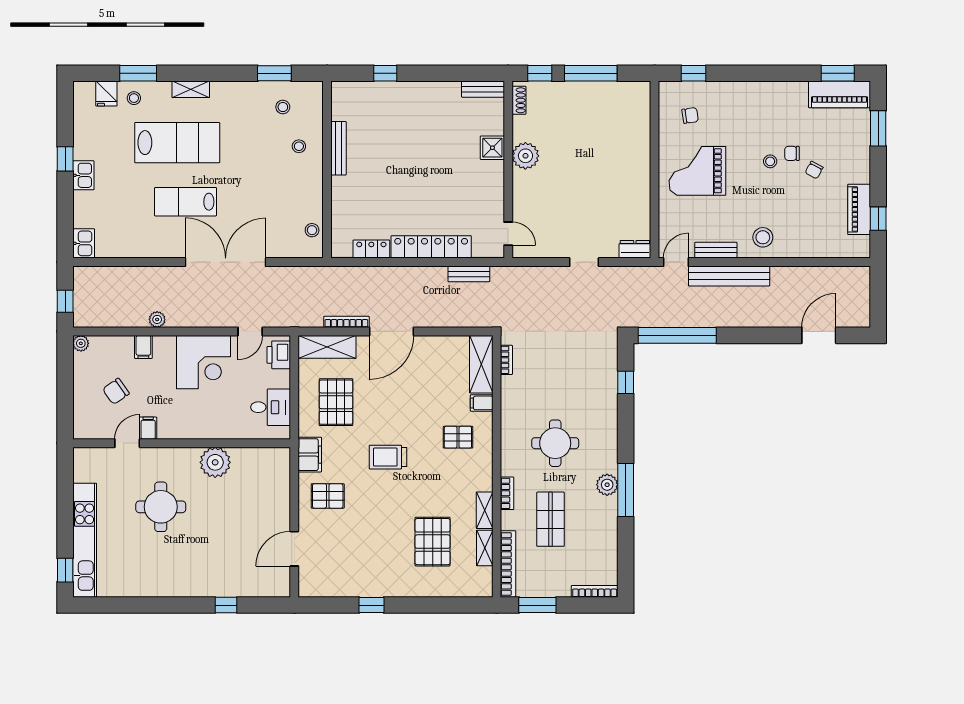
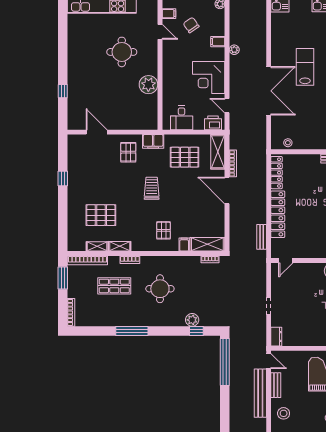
locker: (371, 249) -> (277, 173), width x1.53
filing cabinet: (148, 428) -> (169, 14), moved
plant: (607, 485) -> (192, 320), moved

